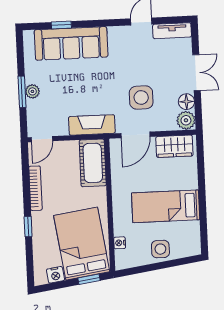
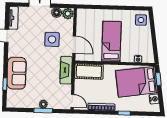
sofa: (71, 43) -> (17, 73), width x0.73
wardrobe: (174, 146) -> (83, 22), removed
bed: (166, 206) -> (111, 42), moved, turned 180
side table: (160, 249) -> (141, 20), moved

